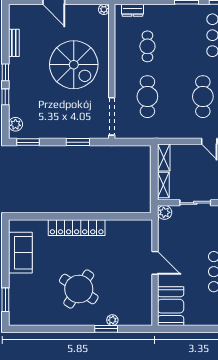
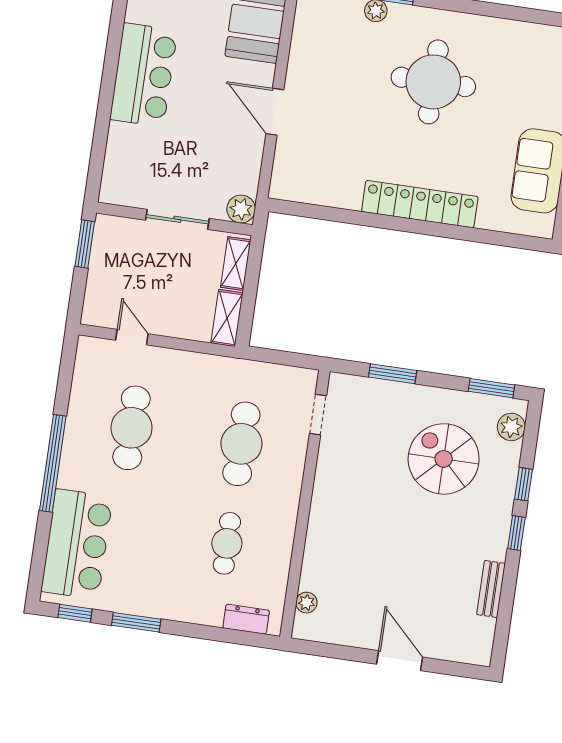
plant: (104, 9) -> (306, 603), moved
spiral stairs: (74, 65) -> (444, 459), moved, width x0.73, depth x0.73
doorway: (112, 116) -> (318, 415), width x0.53
round table: (79, 289) -> (433, 82), turned -34

